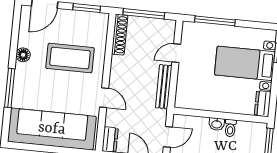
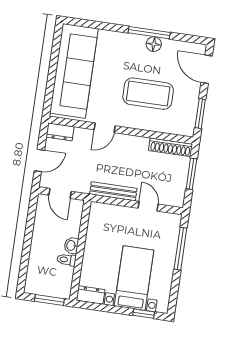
window: (144, 14) -> (191, 174), width x0.69
coffee table: (70, 58) -> (148, 94), turned 90
window: (10, 88) -> (149, 33), moved

